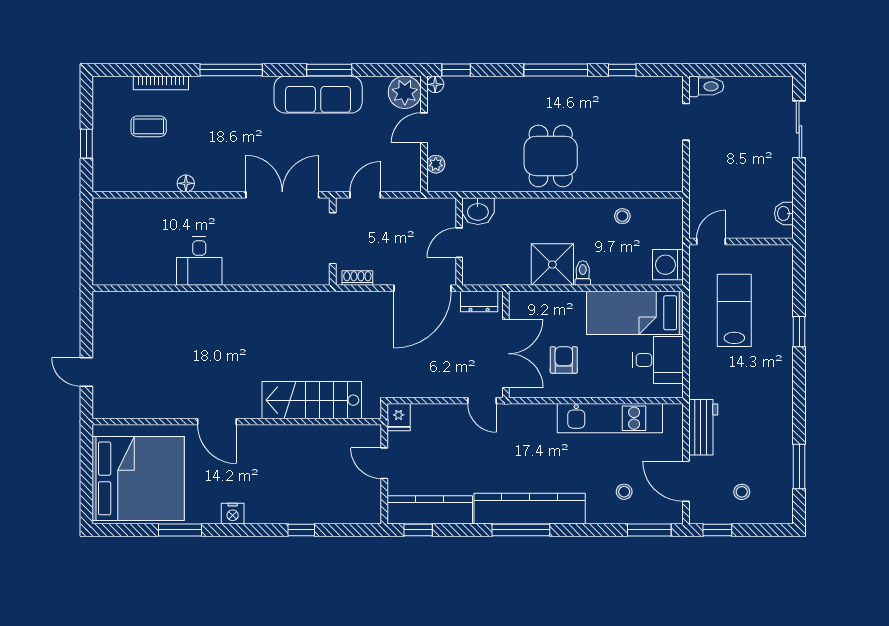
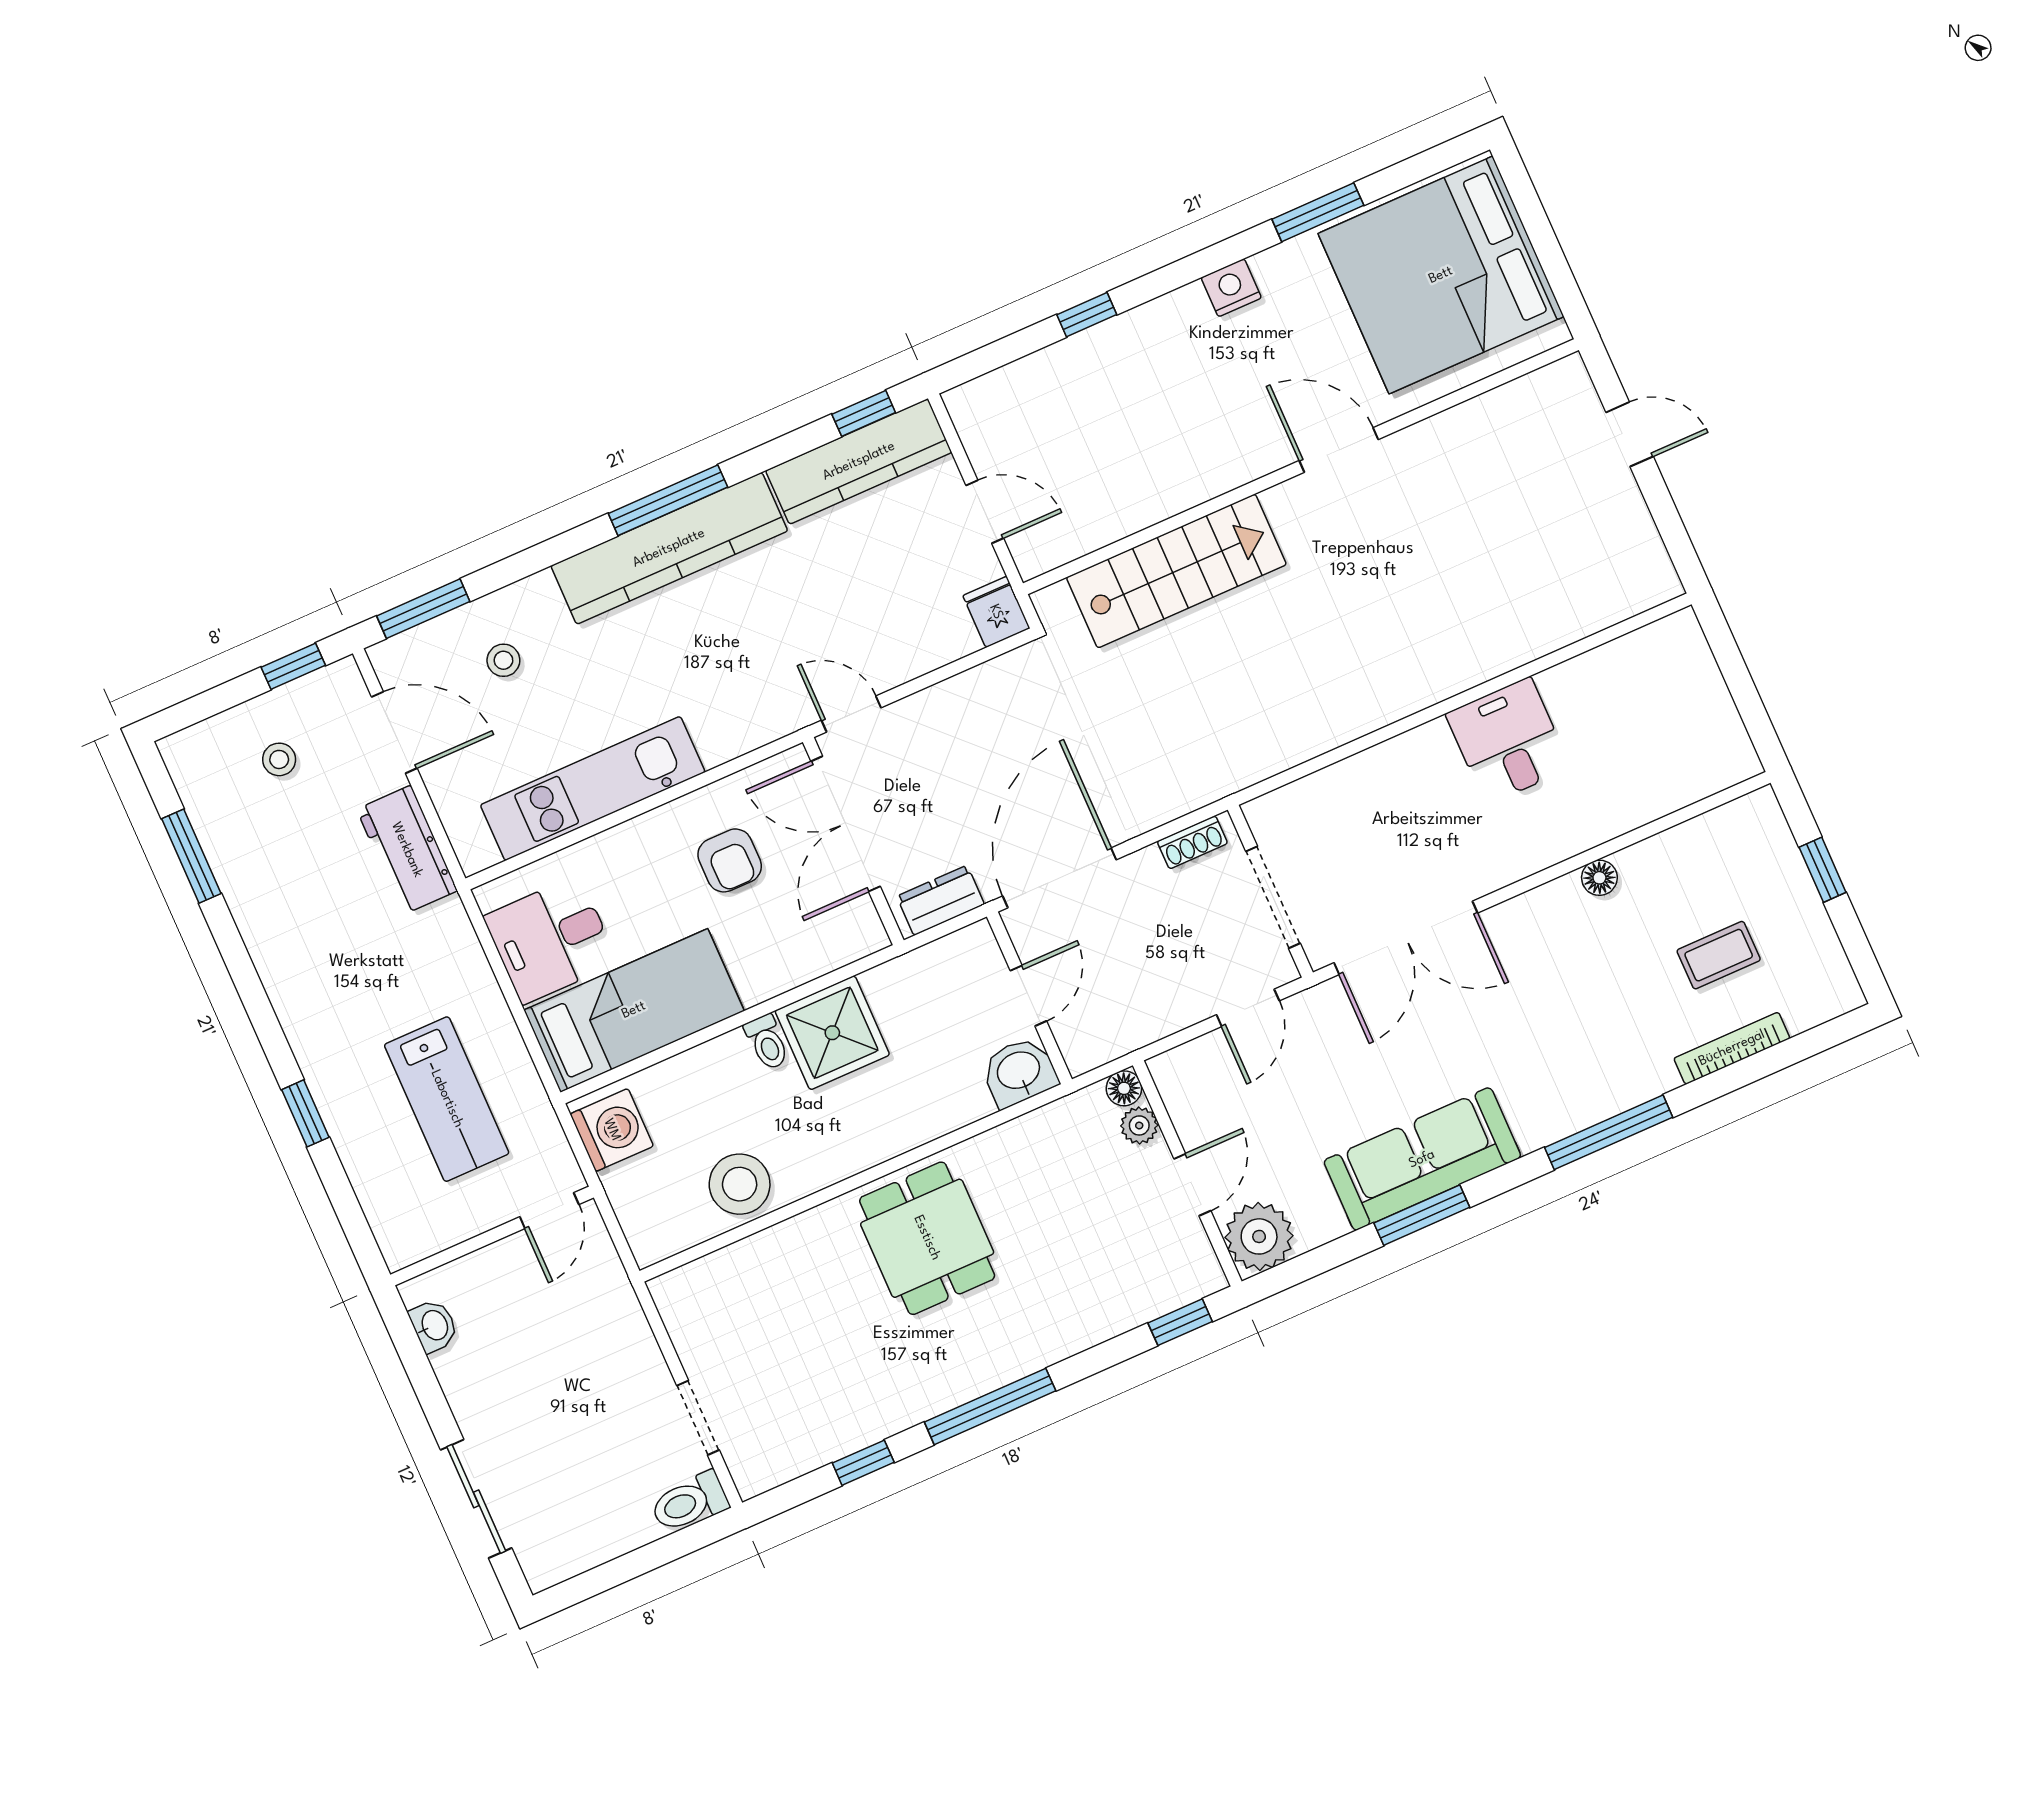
floor lamp: (435, 84) -> (1124, 1088), moved
stool: (622, 216) -> (740, 1184), width x1.89, depth x1.89

